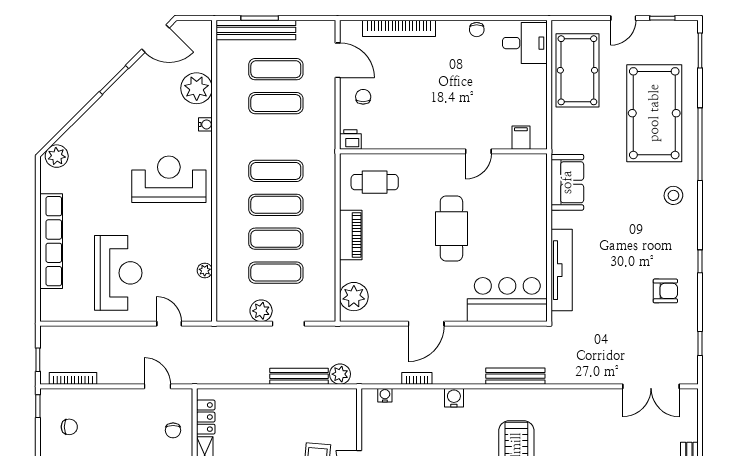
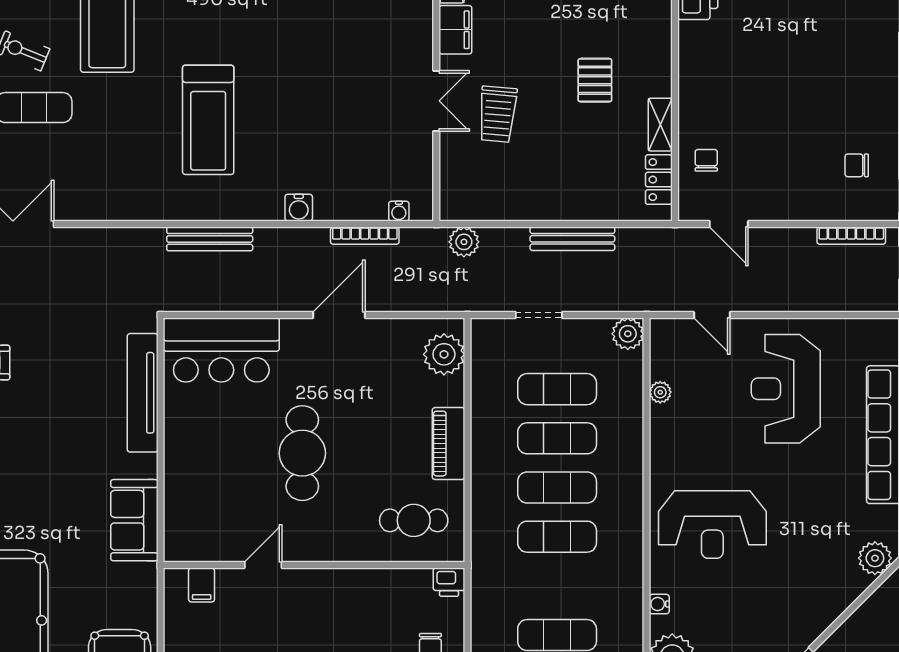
plant: (261, 311) -> (628, 334), moved
bench: (299, 376) -> (572, 239), moved
bookcase: (417, 378) -> (365, 236), width x1.56

